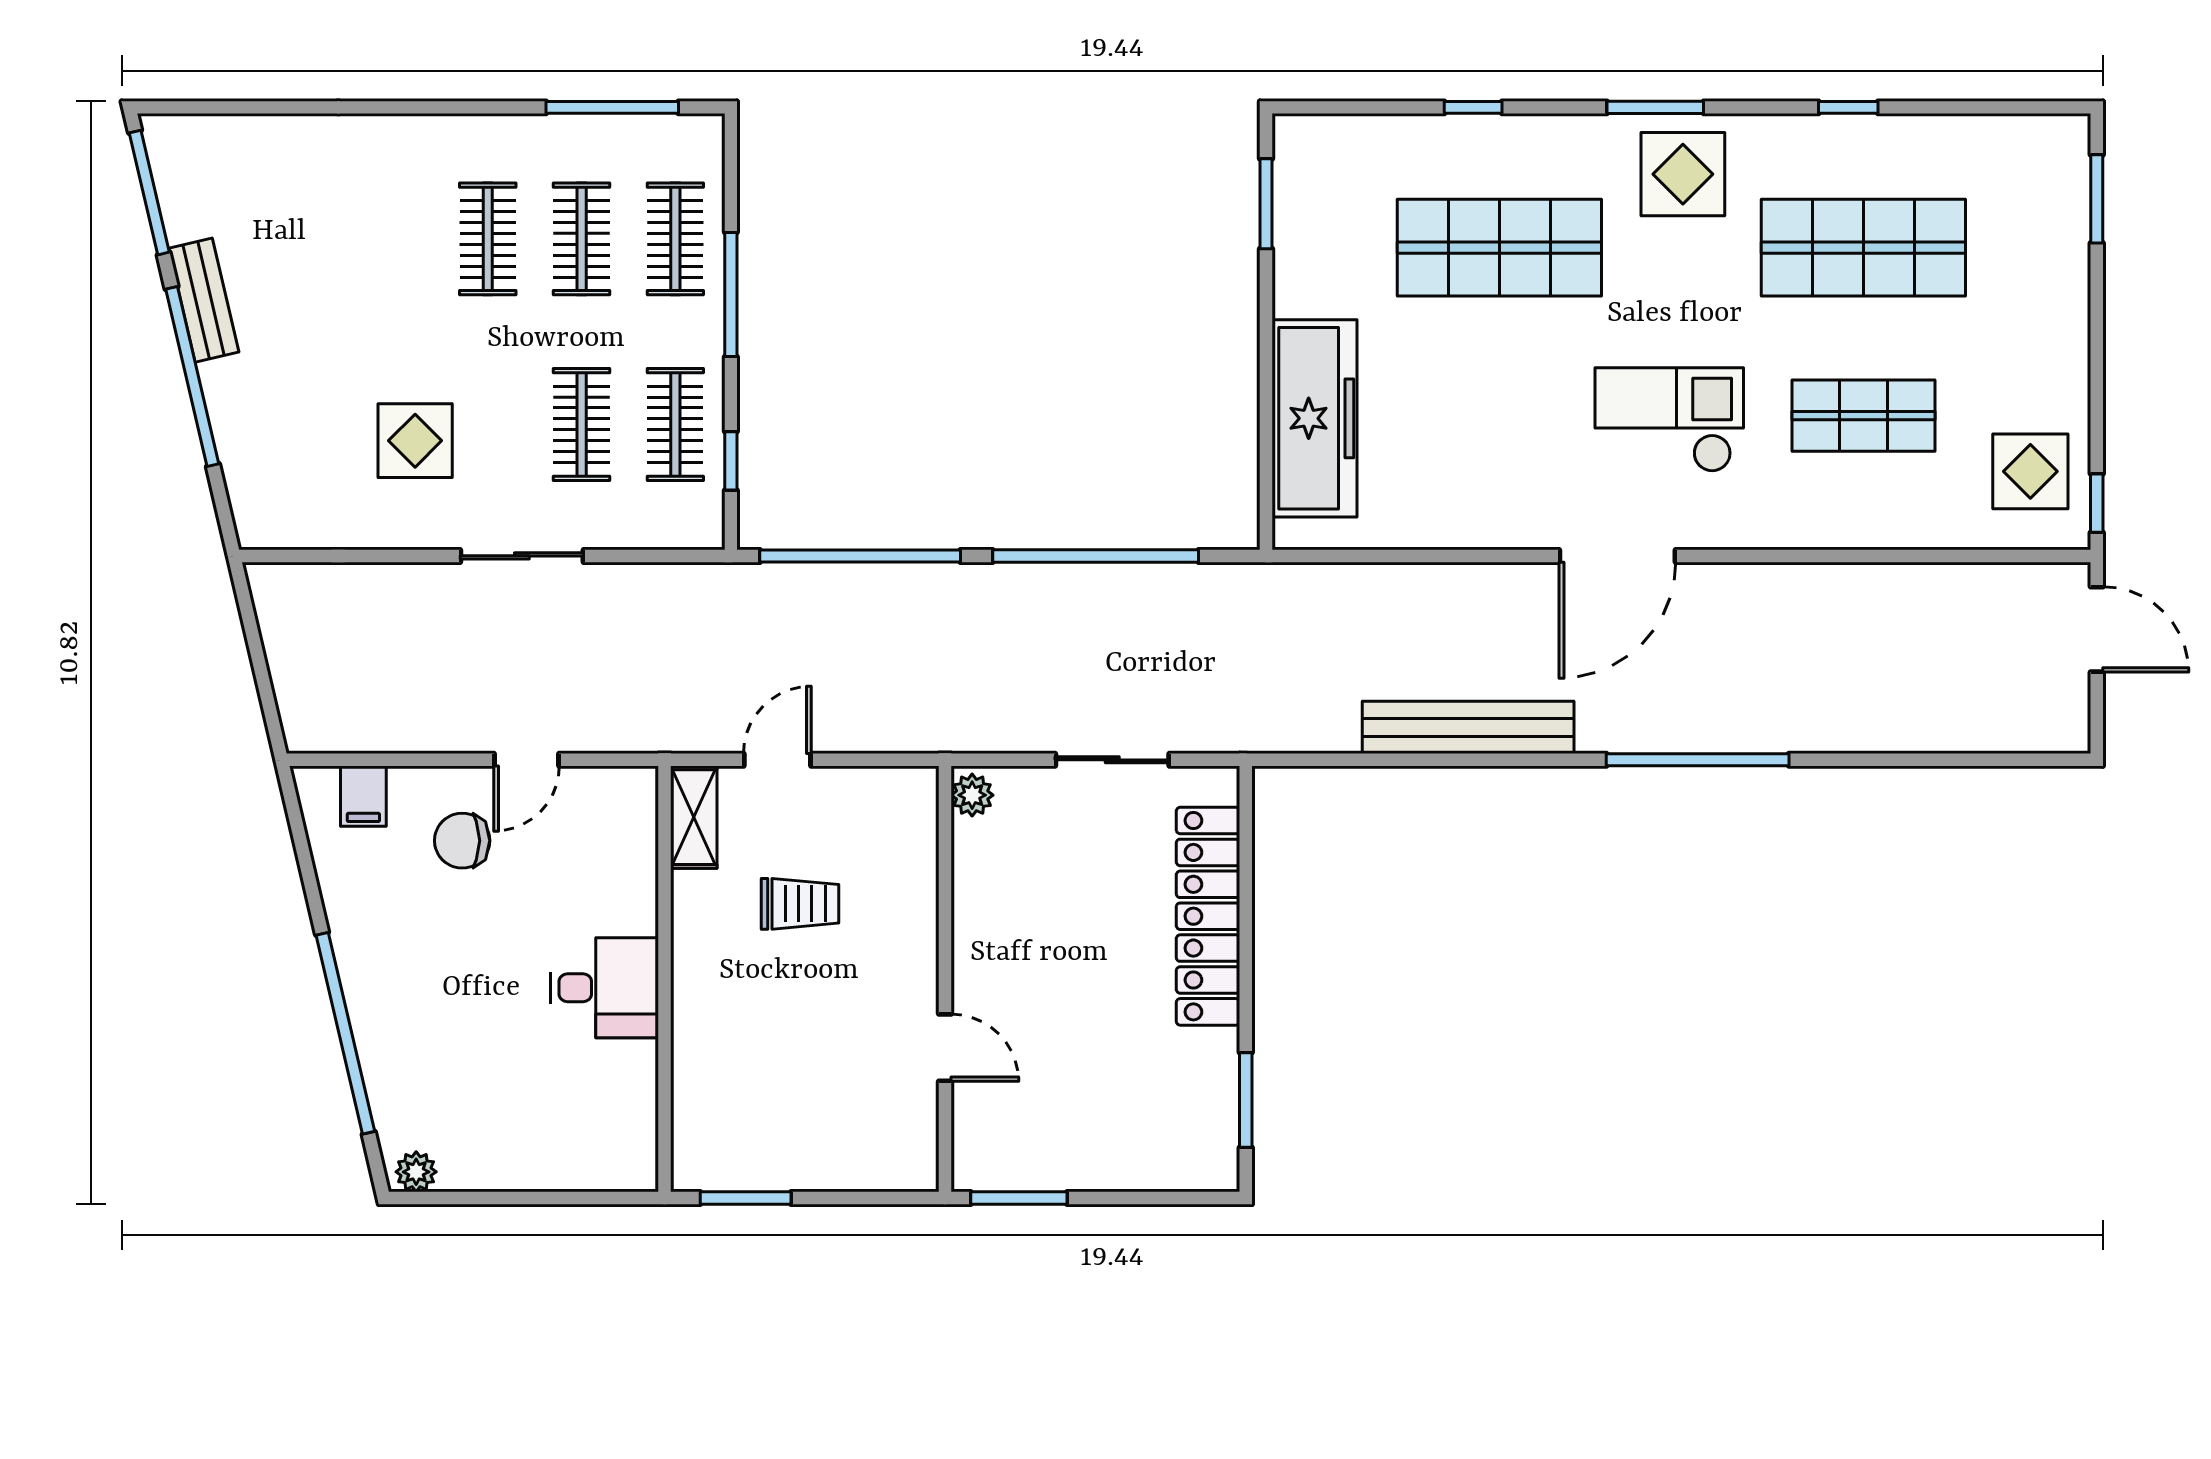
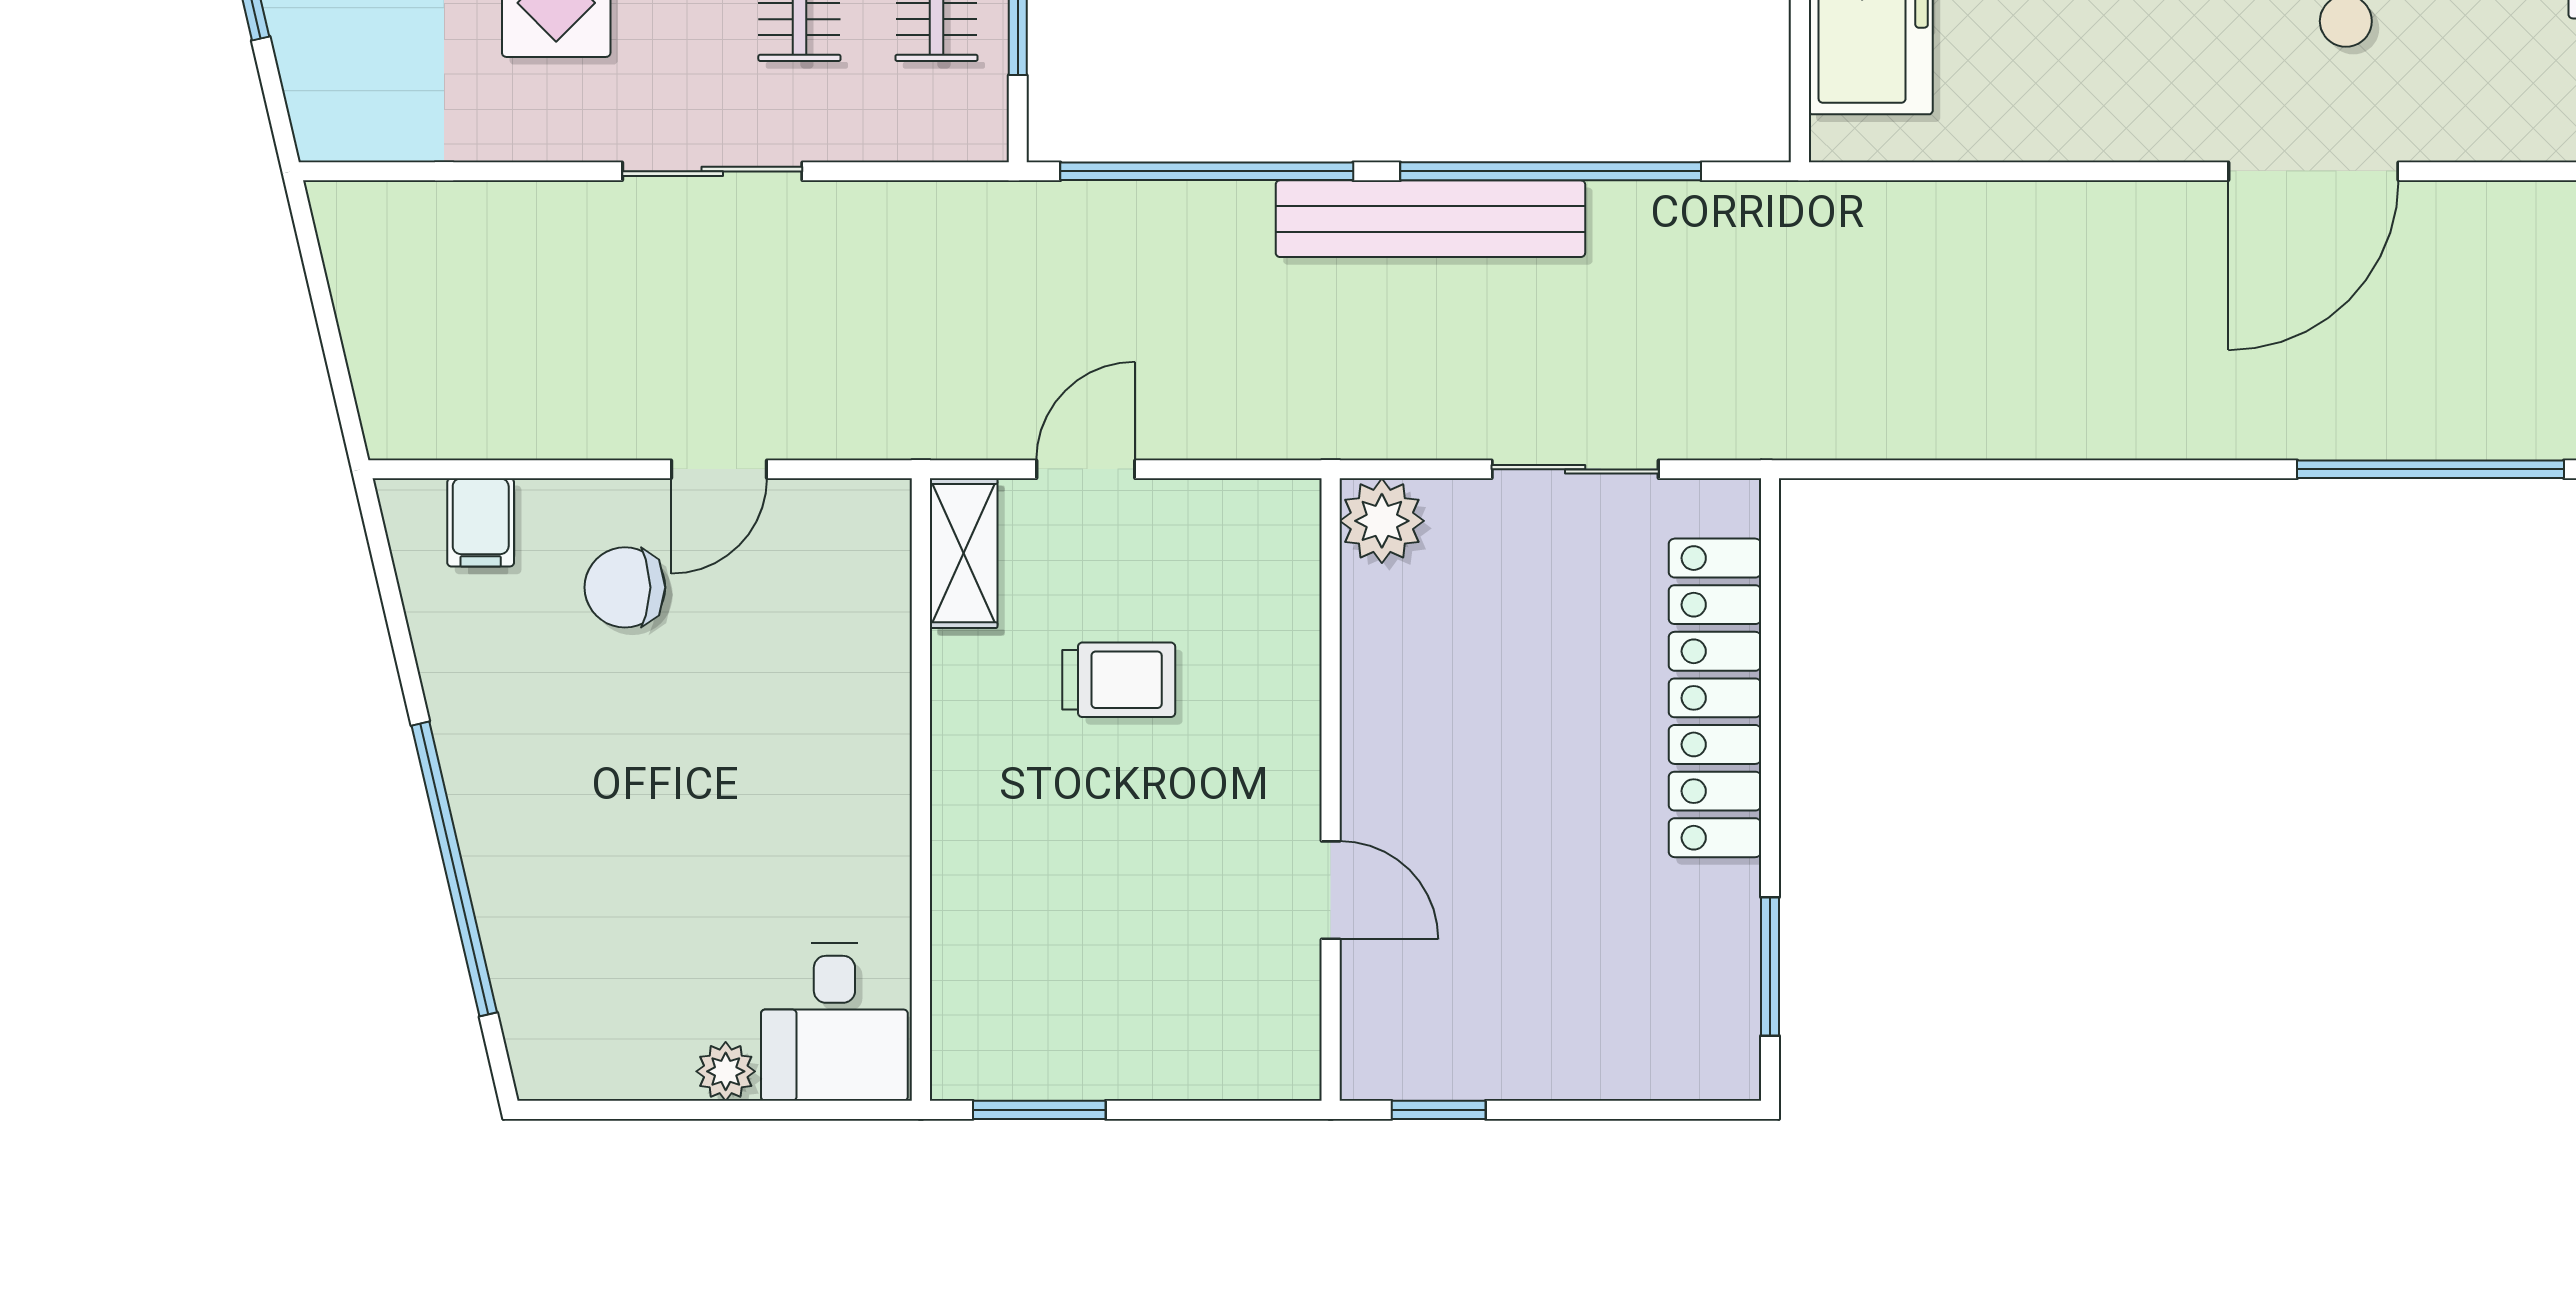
bench: (1468, 727) -> (1430, 219), moved
plant: (972, 795) -> (1382, 521), width x1.38, depth x1.38
desk: (604, 988) -> (834, 1022), moved, turned 90
plant: (416, 1172) -> (726, 1071), moved
window: (1019, 1198) -> (1439, 1110), width x0.67

